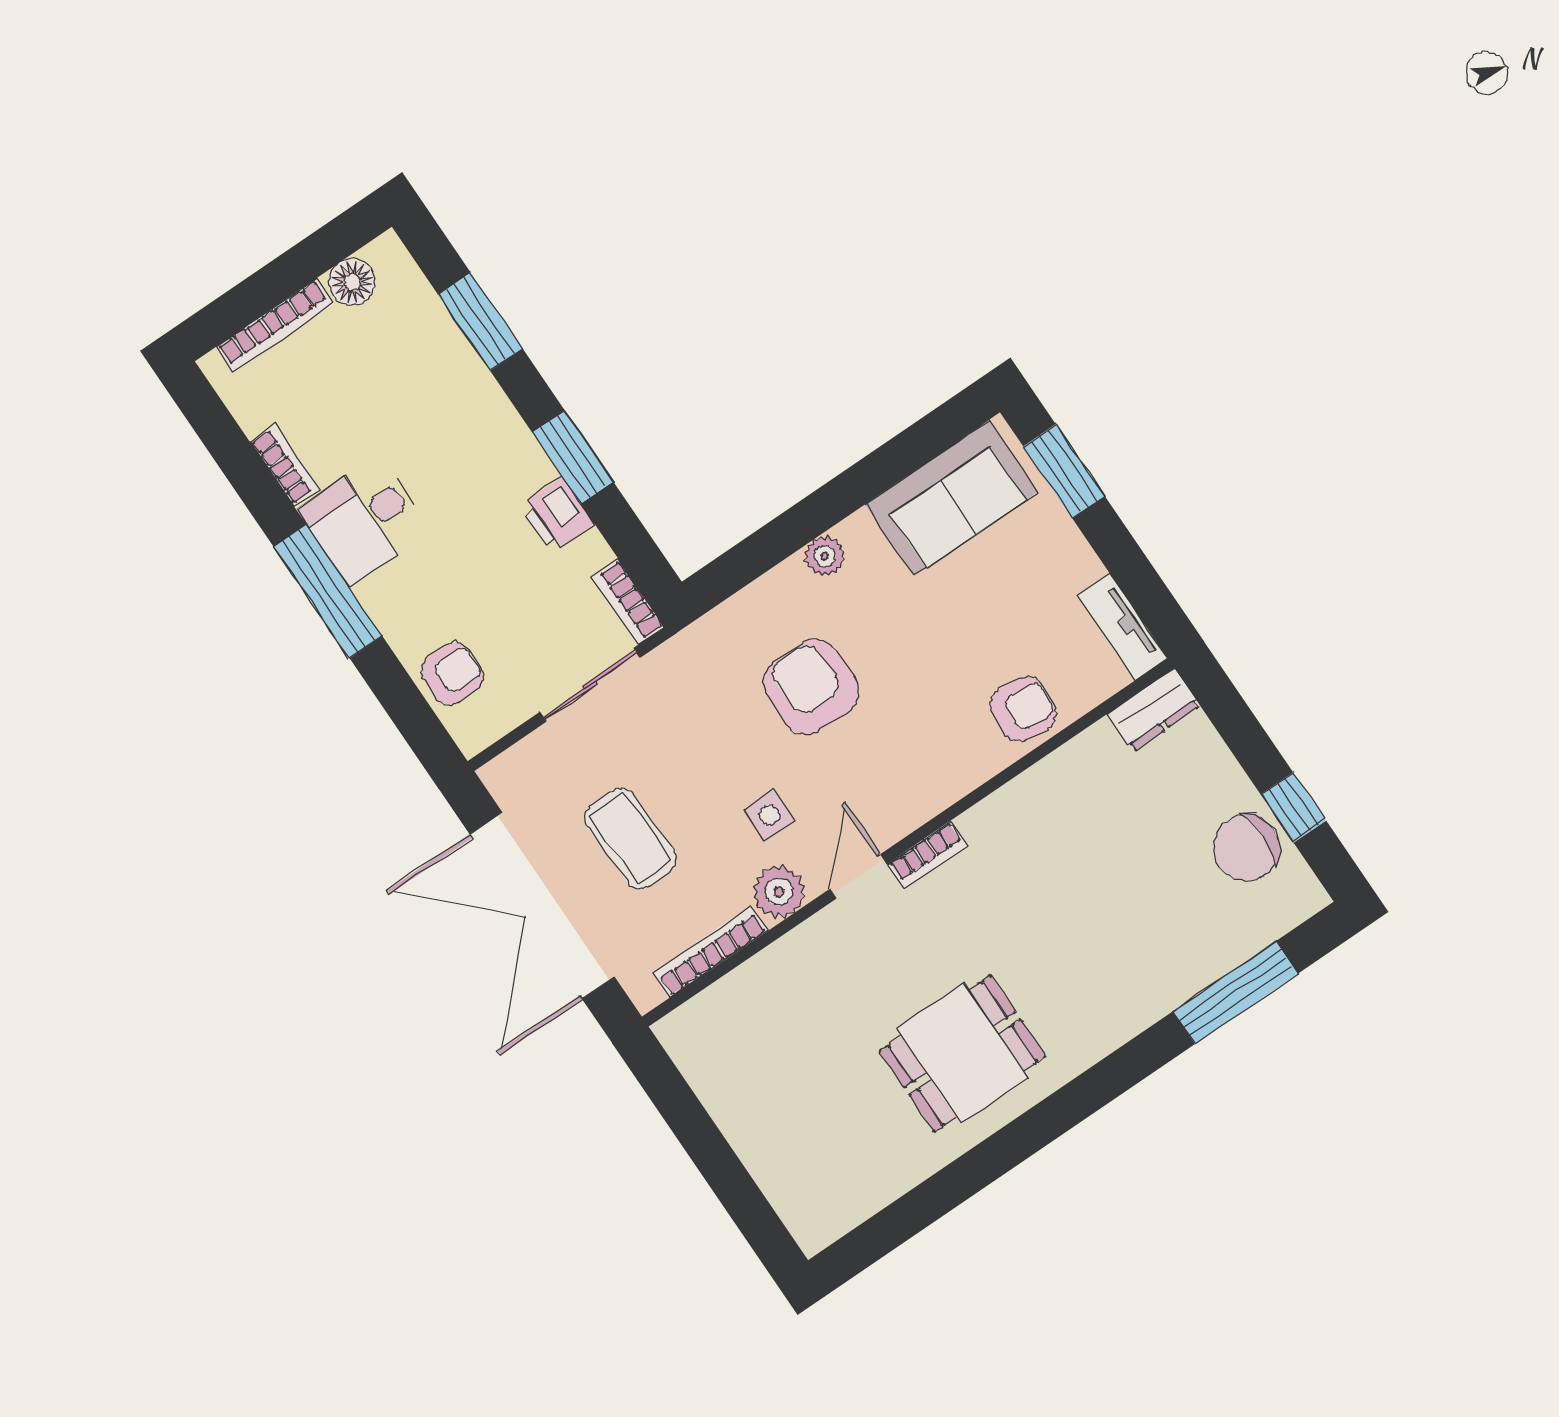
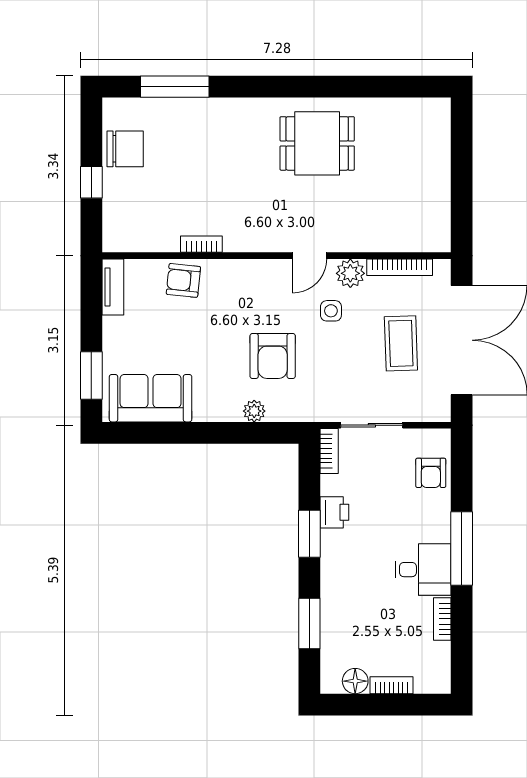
bookcase: (275, 325) -> (392, 685), width x0.64
plant: (825, 556) -> (254, 411), moved
armchair: (452, 674) -> (431, 473), turned -90
dresser: (1153, 710) -> (125, 240), removed
window: (1293, 808) -> (91, 182), moved
bookcase: (928, 855) -> (201, 244), moved

